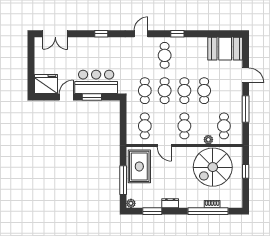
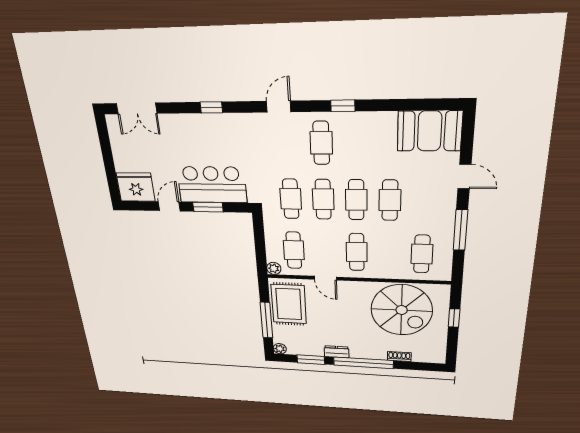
plant: (208, 140) -> (274, 268), moved
spiral stairs: (213, 167) -> (402, 310), turned -90
window: (208, 211) -> (363, 363), moved

